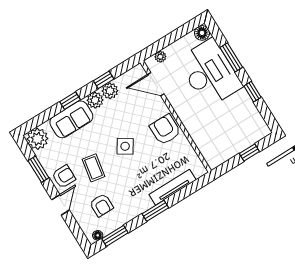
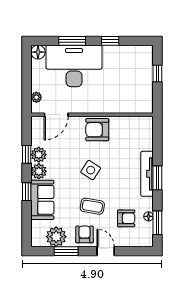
plant: (37, 139) -> (56, 237), moved
tv unit: (173, 187) -> (147, 174), moved
floor lamp: (98, 235) -> (149, 216), moved

